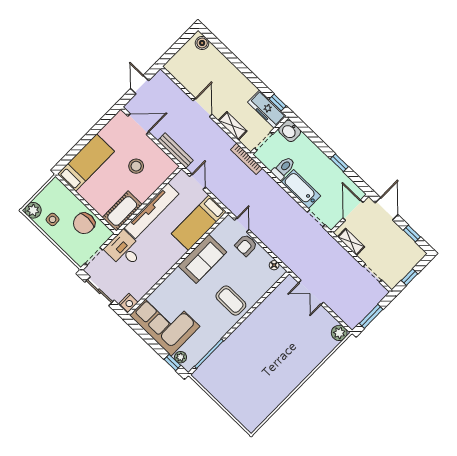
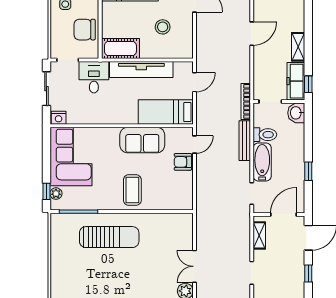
shelving: (233, 126) -> (298, 47), moved
bench: (175, 151) -> (245, 141), moved
floor lamp: (274, 265) -> (188, 196), removed
double door: (311, 293) -> (195, 266), moved
sun lounger: (248, 350) -> (109, 237), added

